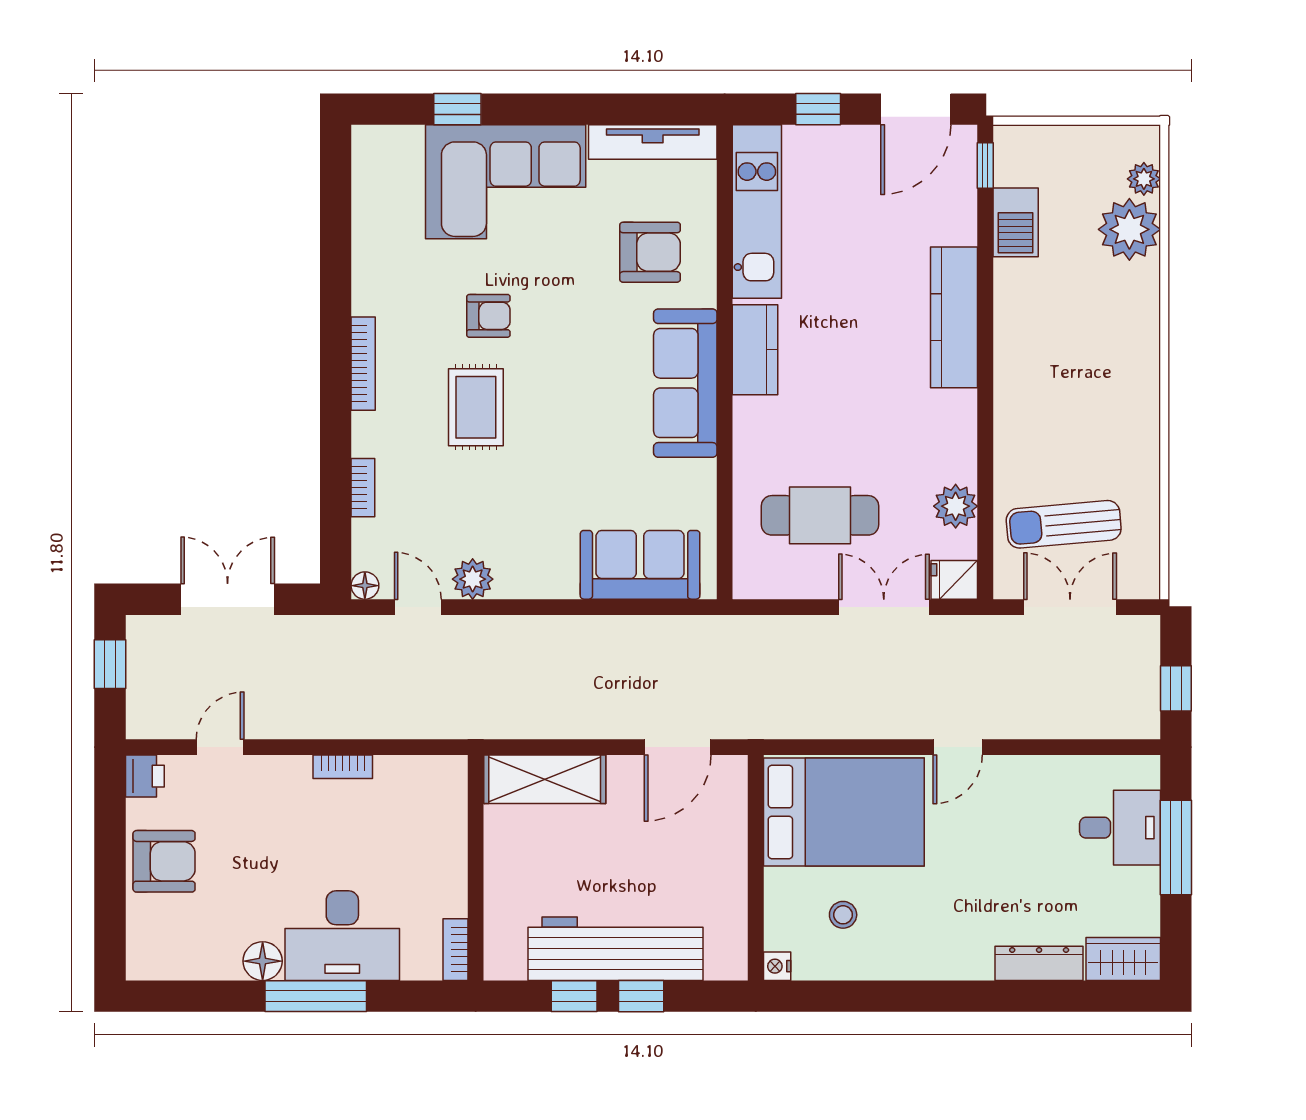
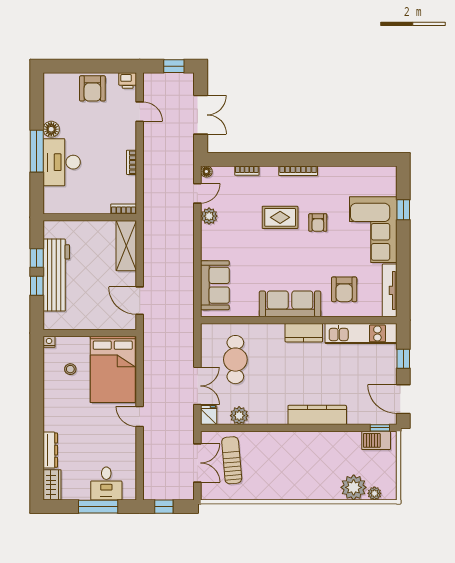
barbecue: (1016, 222) -> (376, 440), moved
bookcase: (455, 950) -> (124, 209), moved

